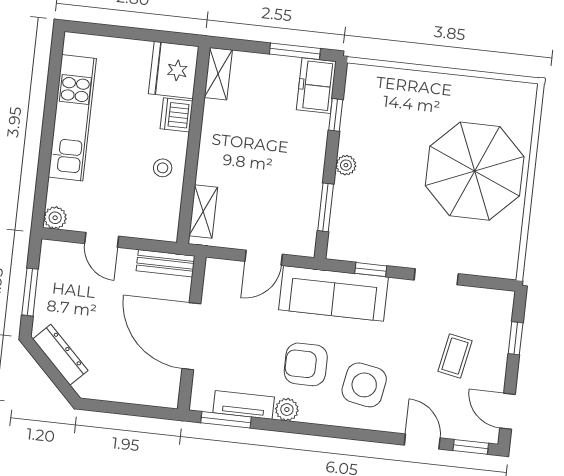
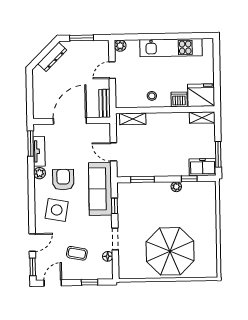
plant: (346, 165) -> (176, 187), moved
floor lamp: (469, 296) -> (108, 256), added

